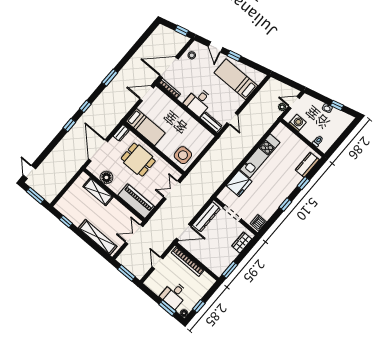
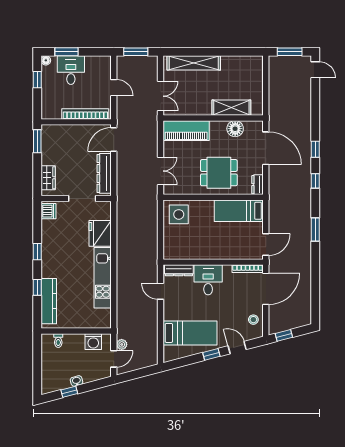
kitchen counter: (307, 165) -> (49, 301), width x1.50
window: (66, 222) -> (238, 52), removed

